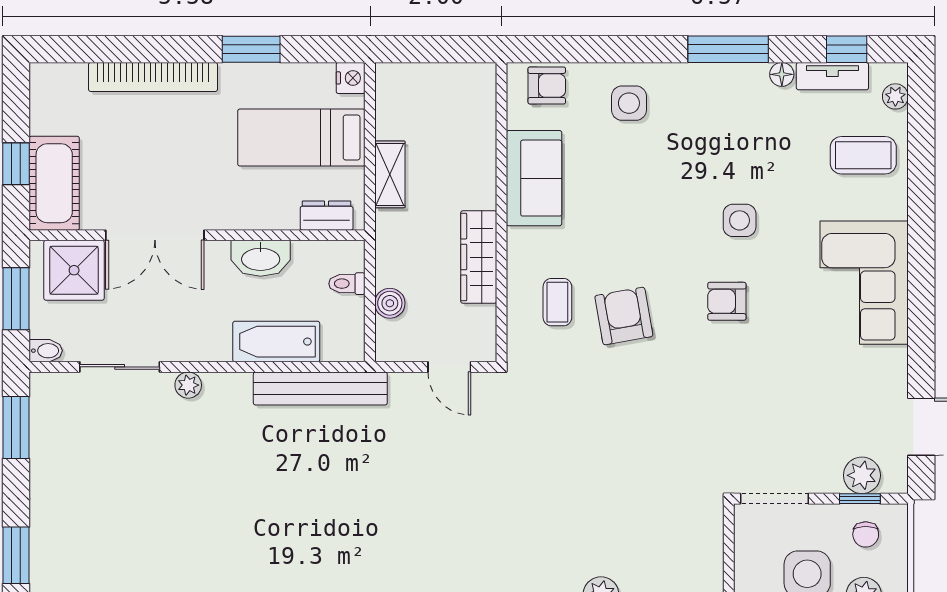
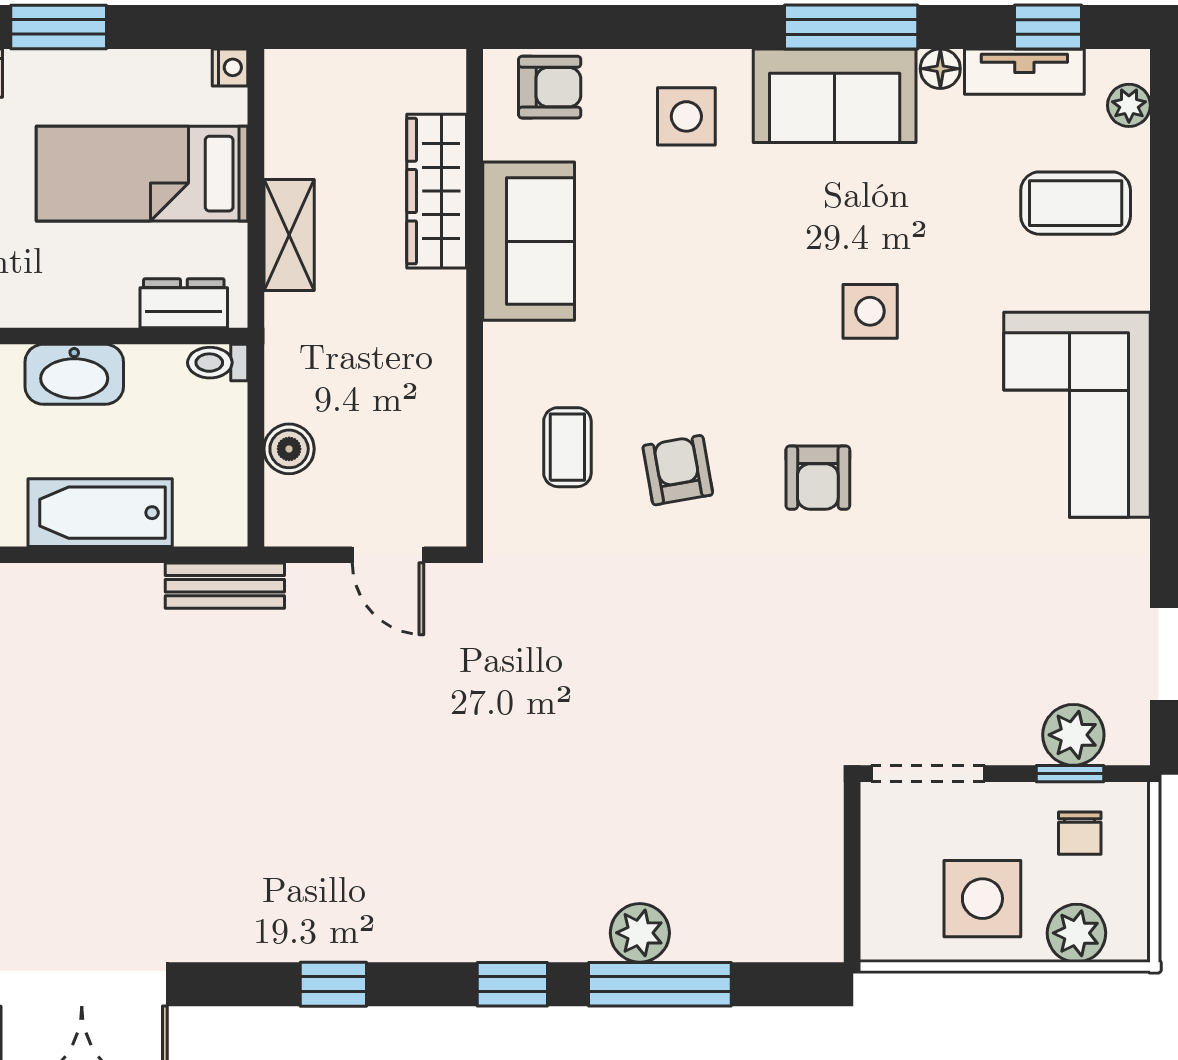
nightstand: (351, 78) -> (230, 67), width x0.72, depth x0.74
sofa: (718, 91) -> (835, 96), added
wardrobe: (479, 257) -> (437, 191), moved
toilet: (347, 284) -> (218, 363), moved
armchair: (727, 301) -> (818, 478), moved, turned -90
armchair: (624, 316) -> (678, 470), width x0.72, depth x0.72
bench: (320, 388) -> (225, 586), width x0.54, depth x0.82

